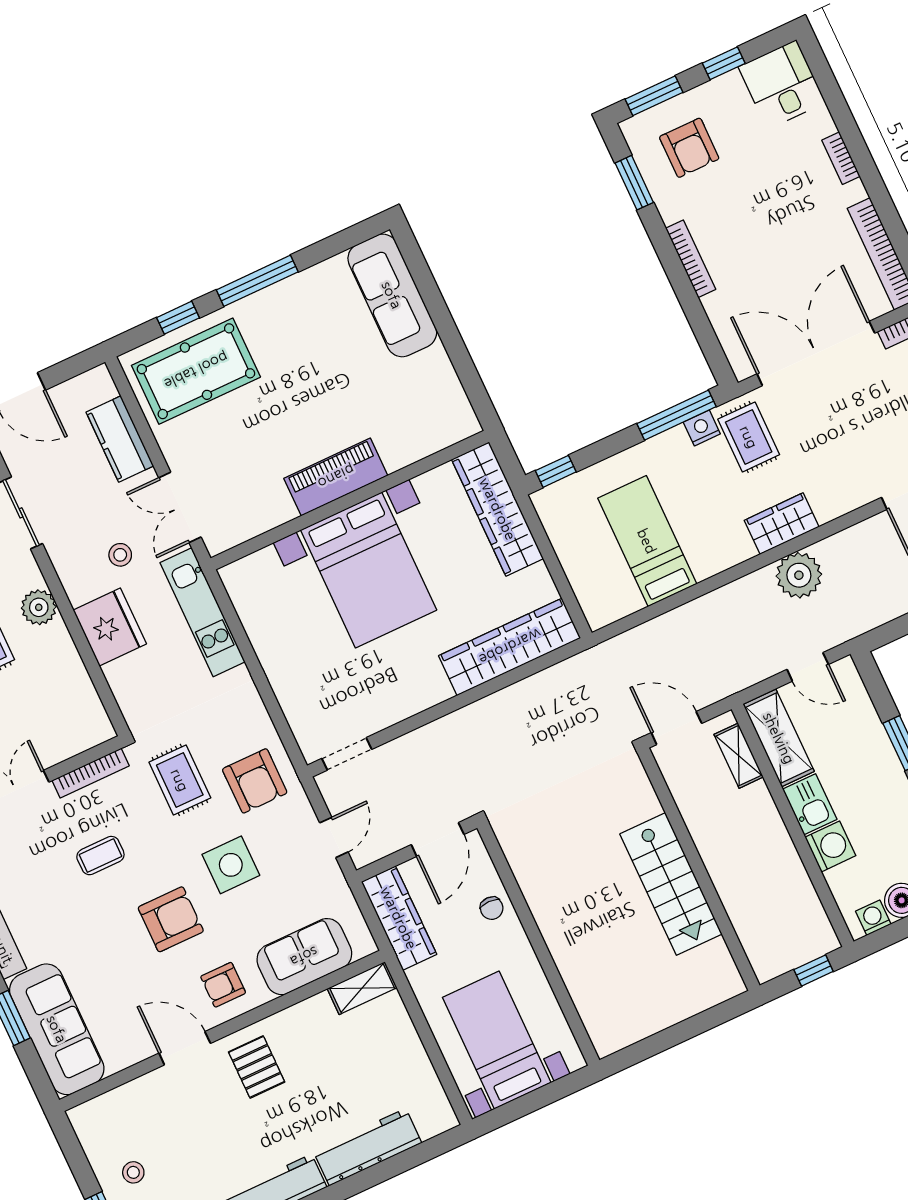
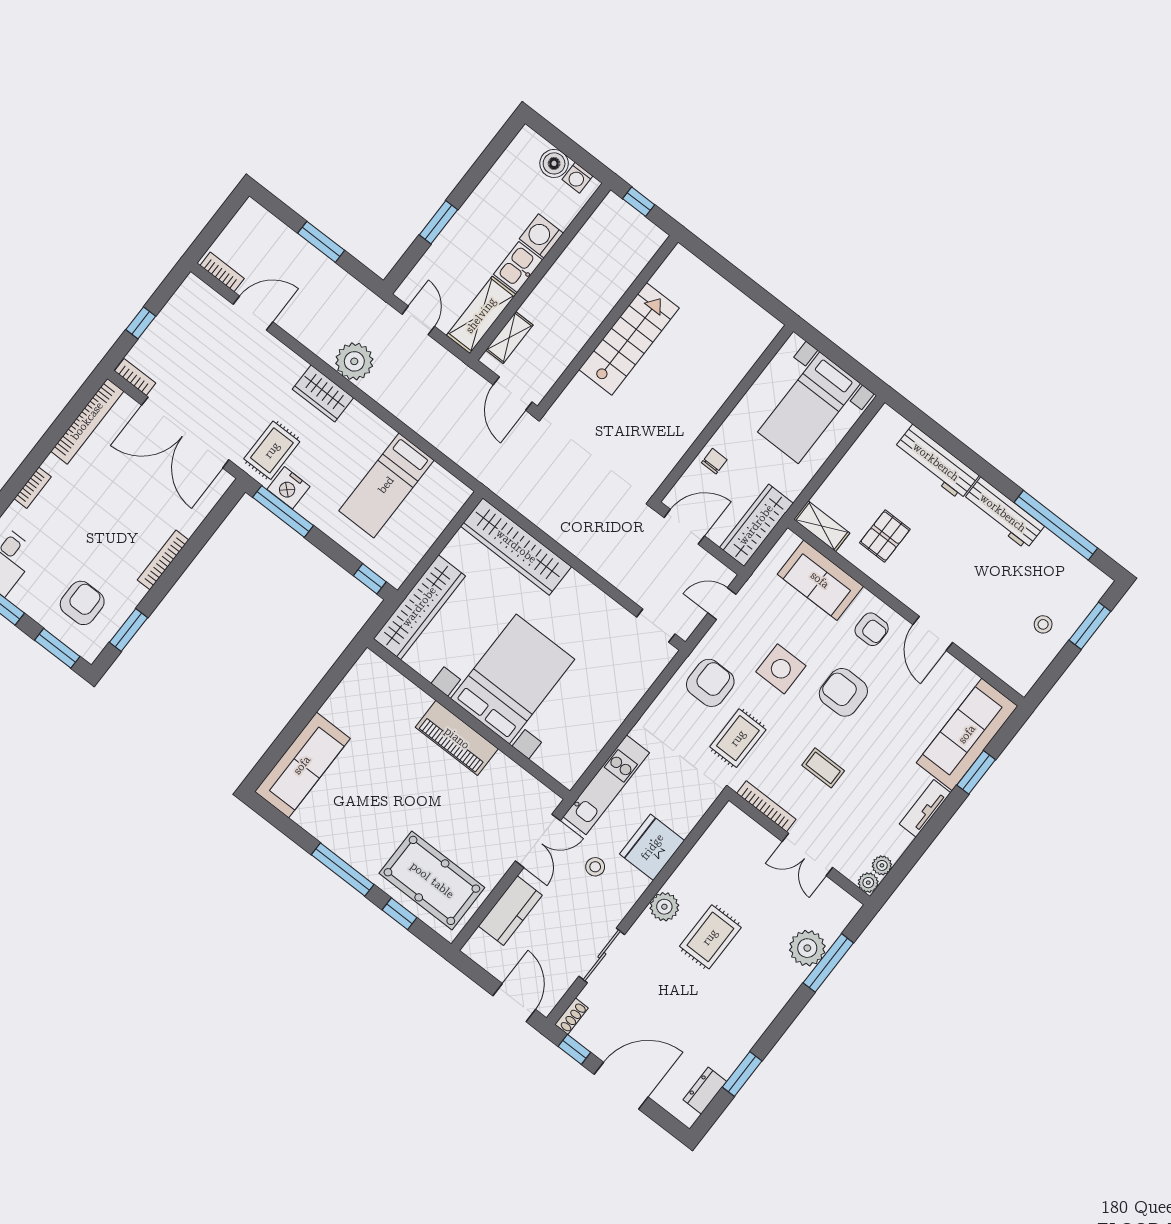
nightstand: (702, 428) -> (288, 488), width x1.36, depth x1.33
pallet: (257, 1067) -> (885, 536), moved

